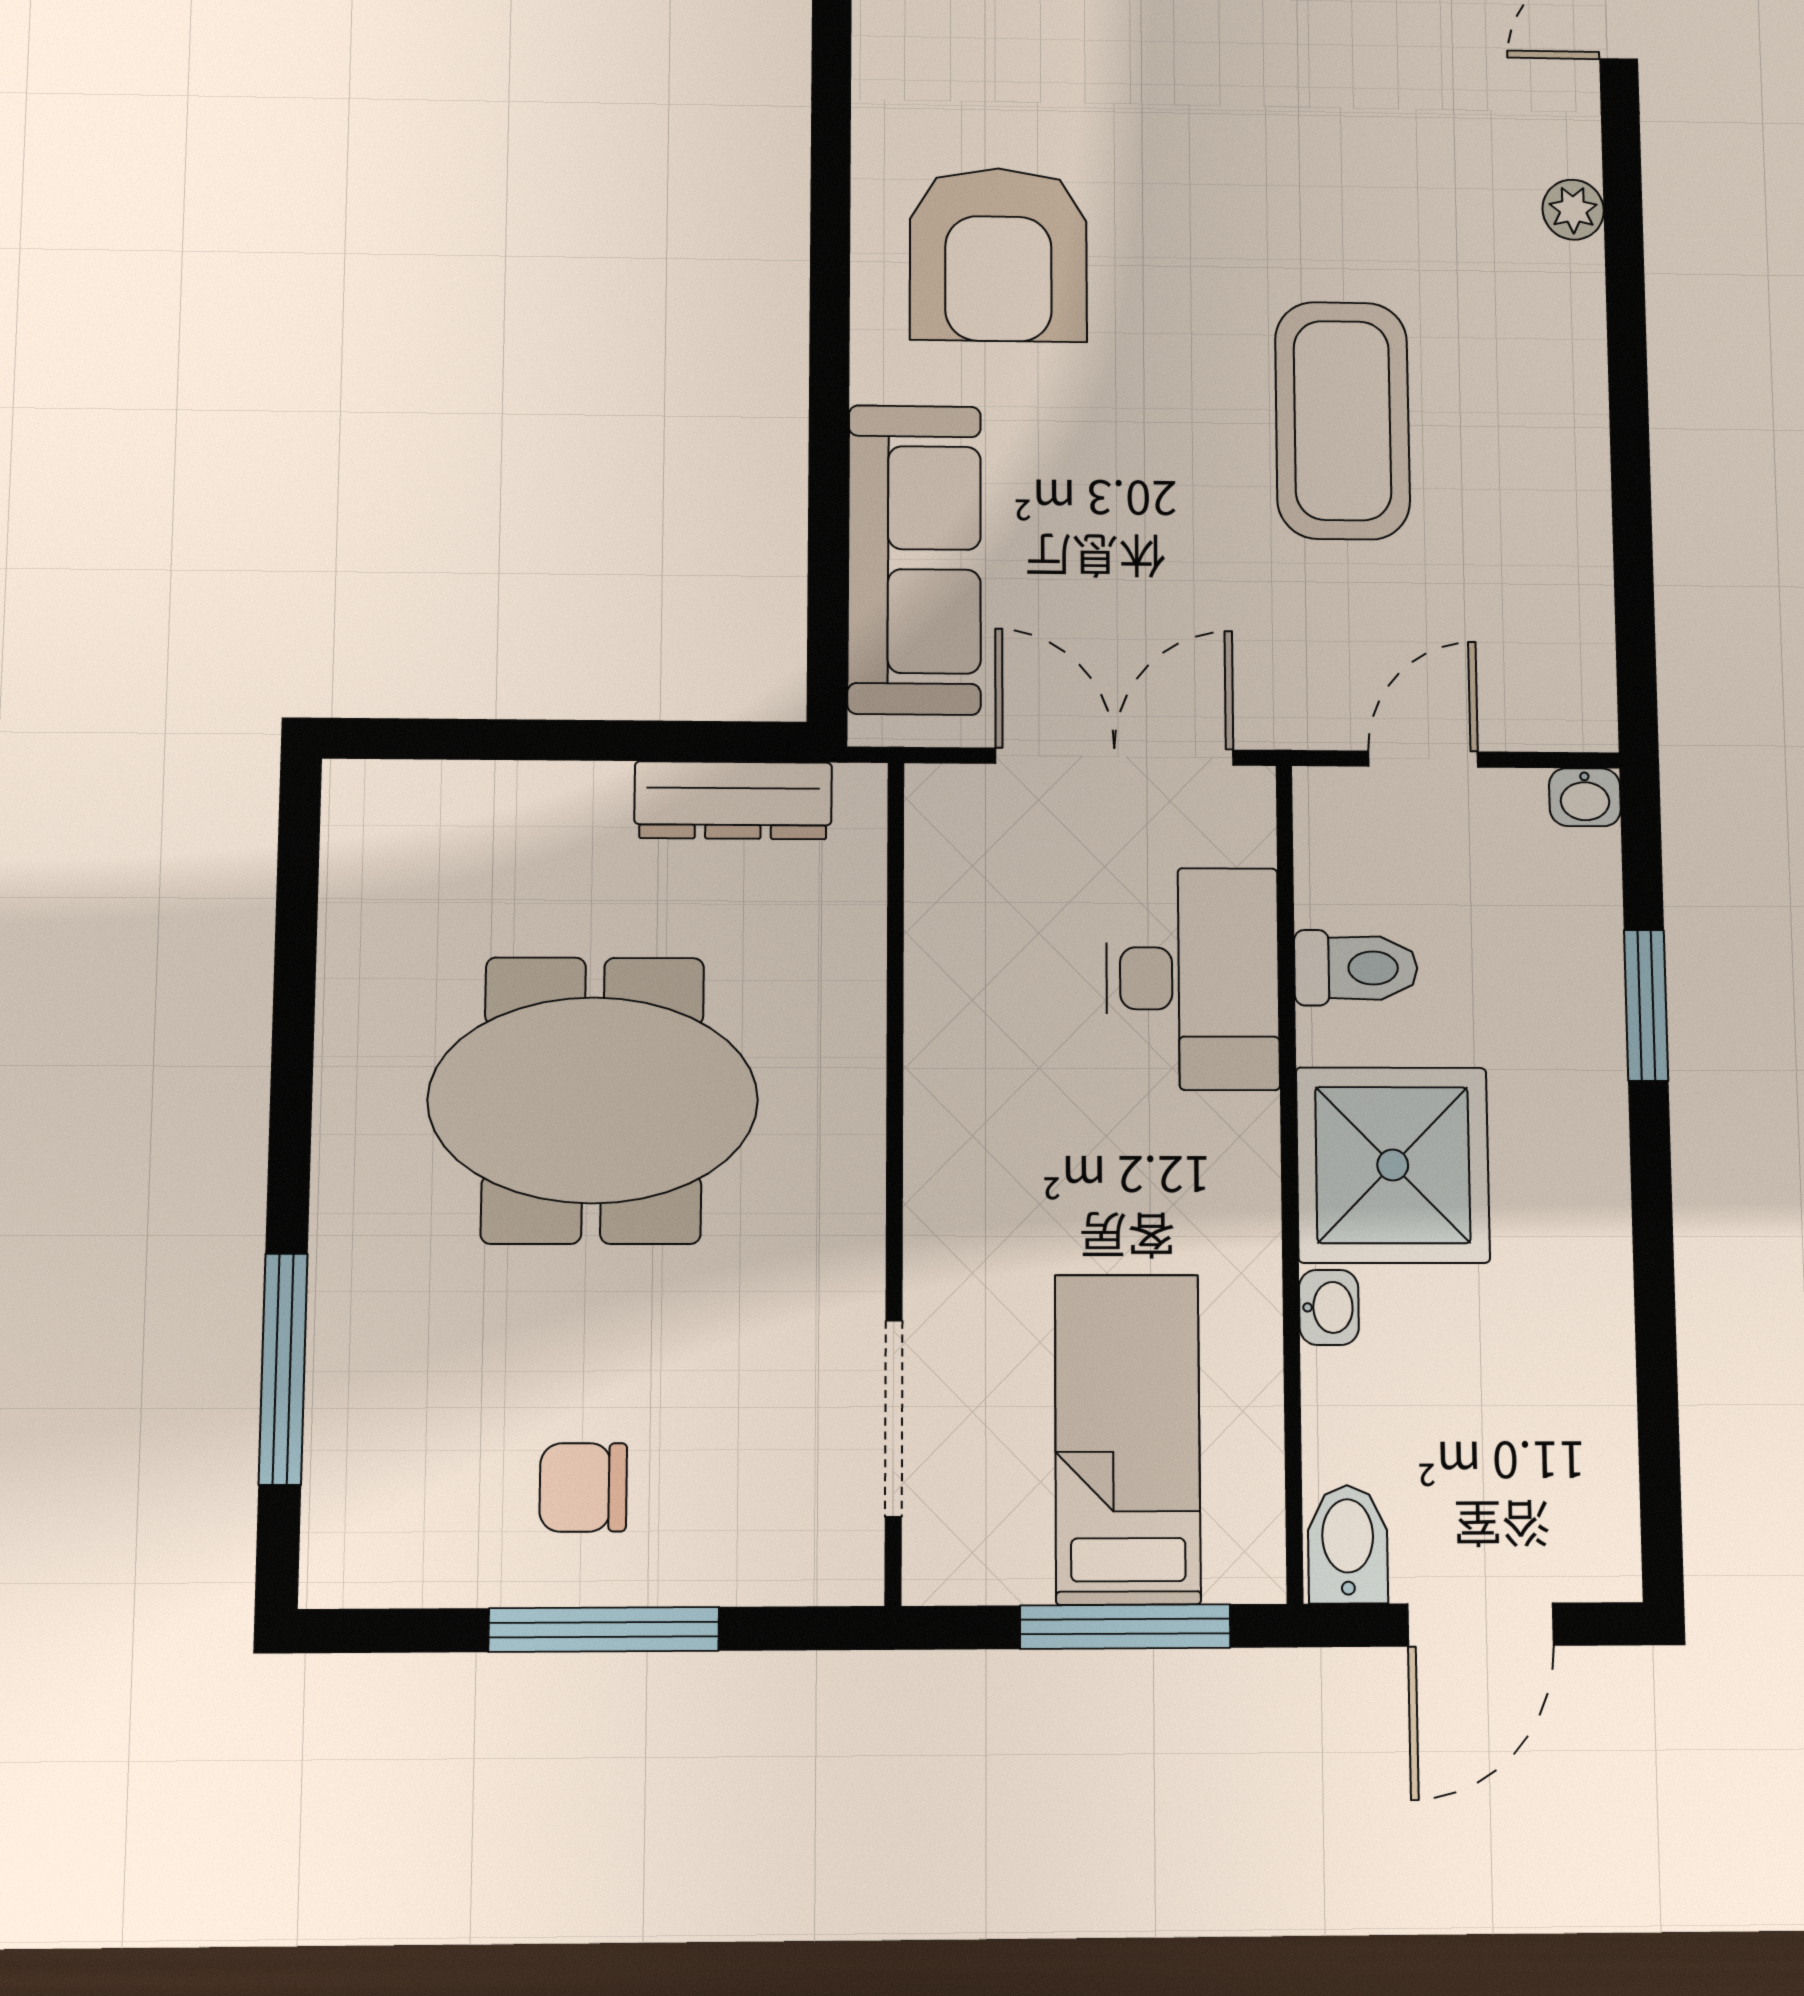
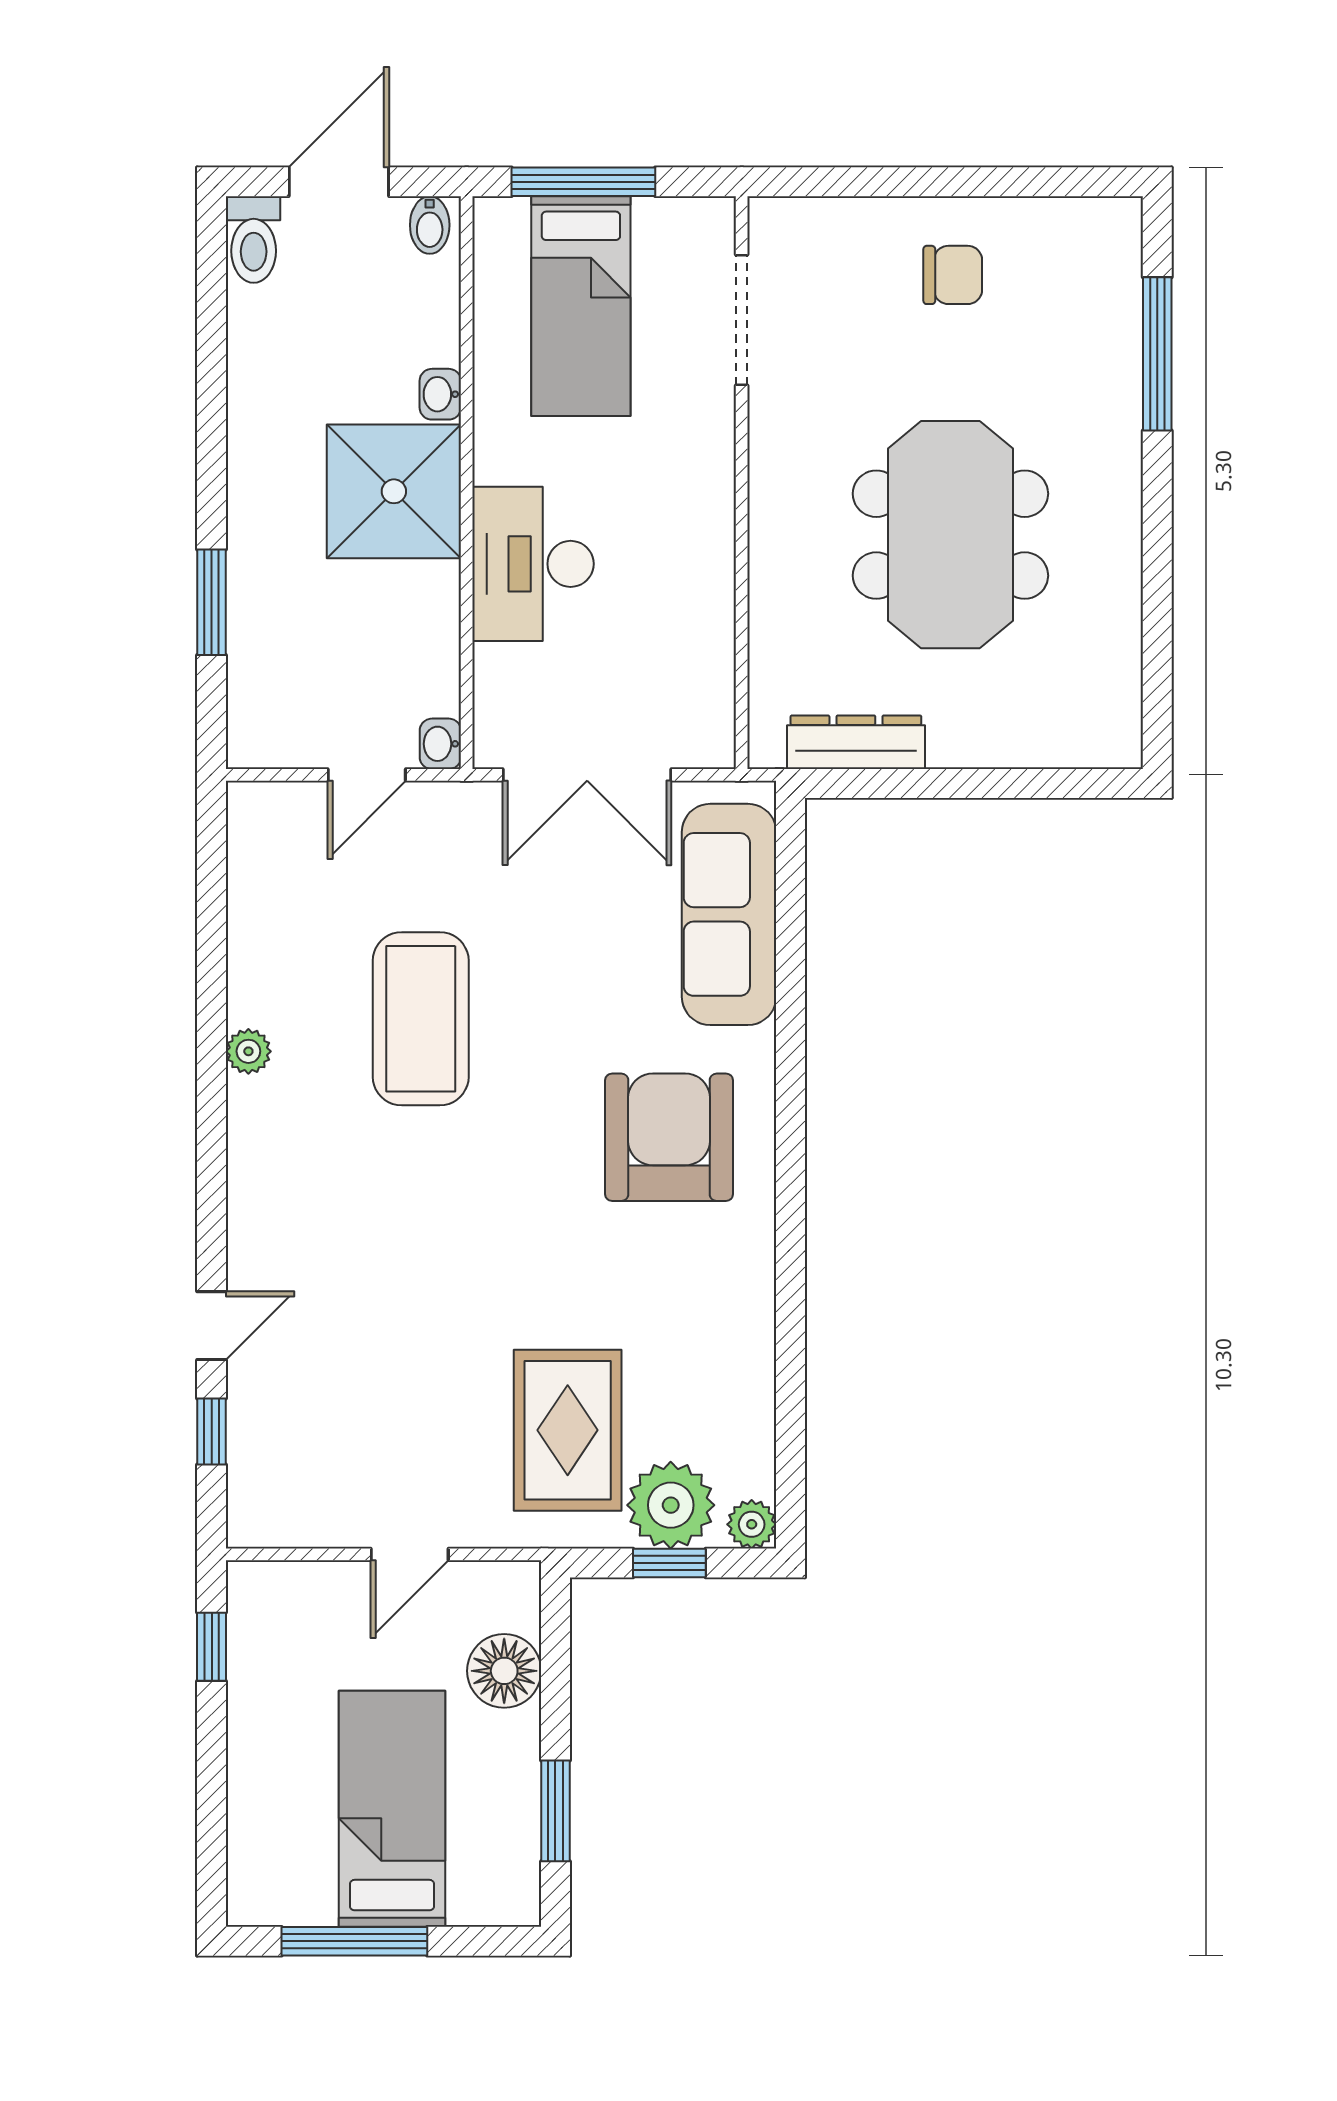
plant: (1573, 210) -> (248, 1051), moved
washbasin: (1585, 797) -> (440, 744), moved, turned -90
toilet: (1356, 968) -> (254, 240), moved, turned -90
desk: (1193, 979) -> (533, 564), moved
meeting table: (593, 1100) -> (950, 535), turned 90
bidet: (1348, 1544) -> (430, 225), width x0.72, depth x0.74
window: (604, 1629) -> (937, 182), removed

